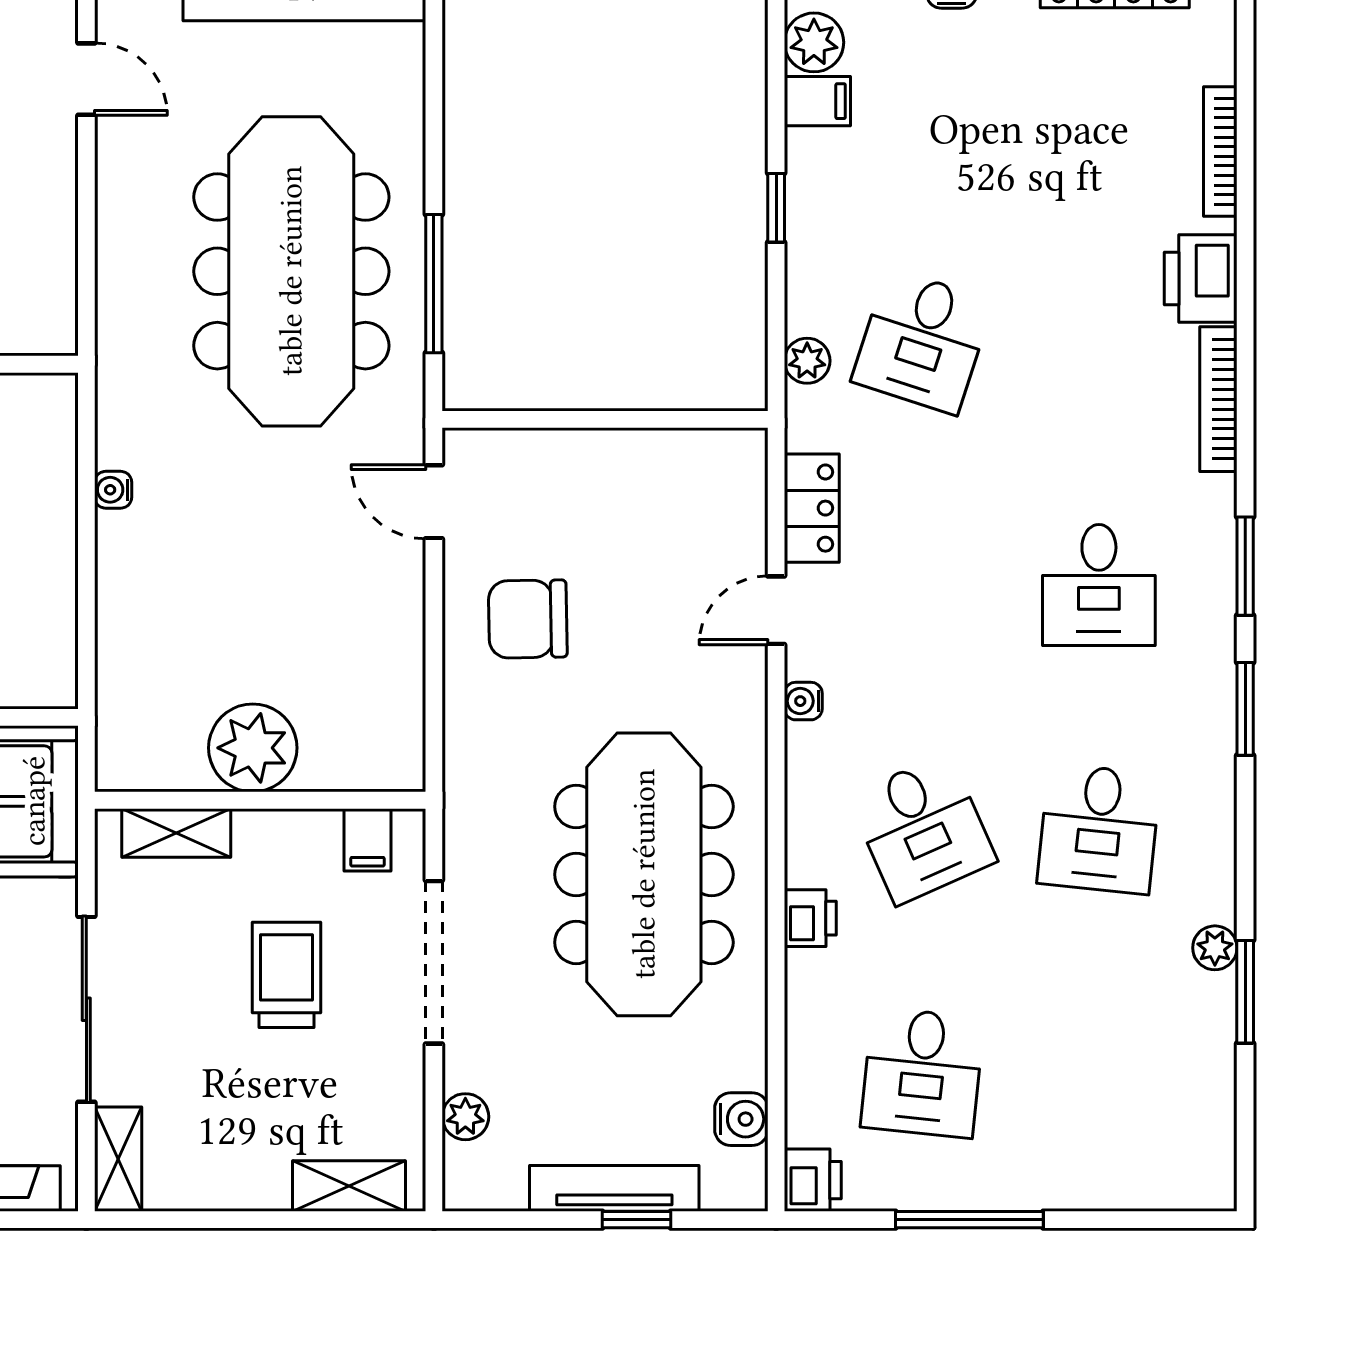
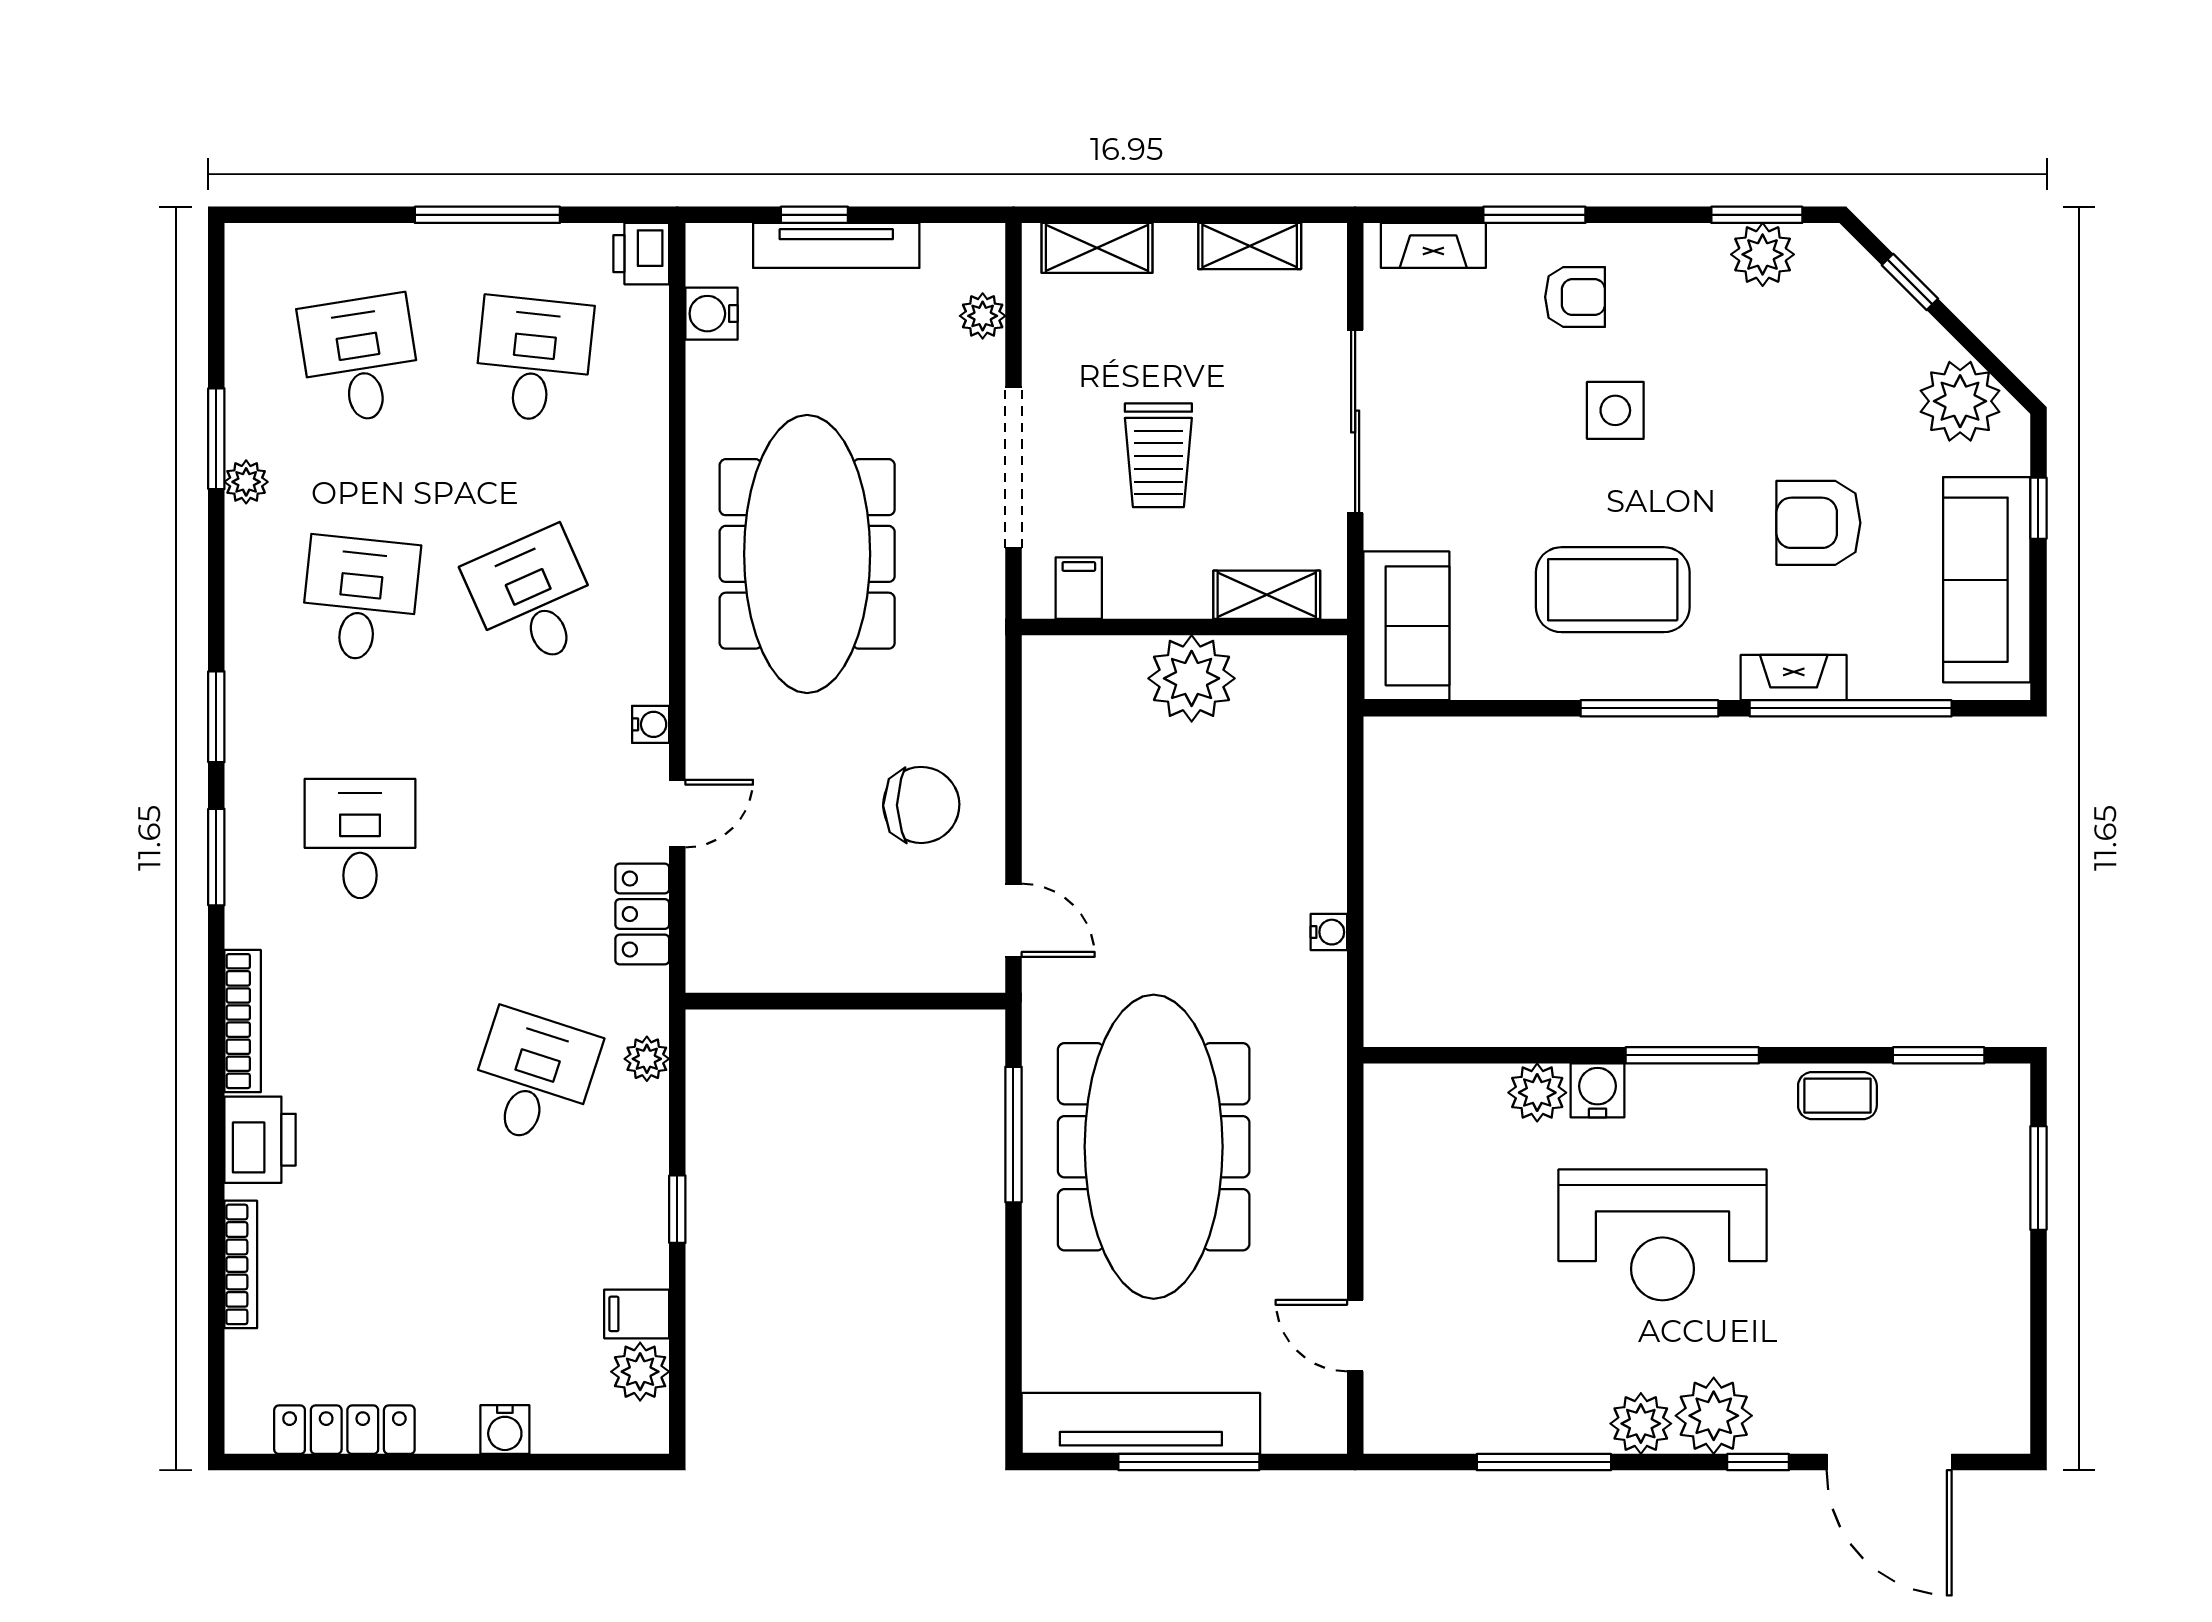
printer: (810, 918) -> (644, 511), removed
desk: (1099, 1073) -> (360, 359), added
shelving: (118, 1159) -> (1250, 246), moved, turned 90

